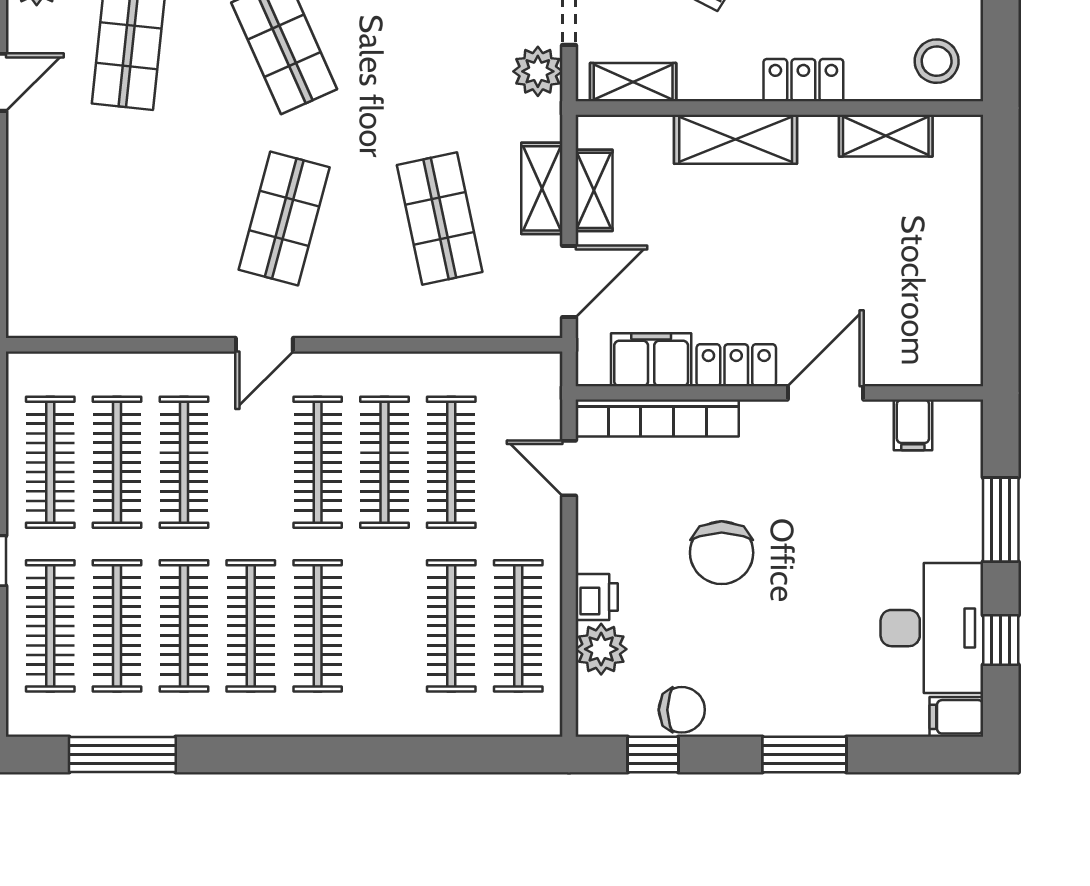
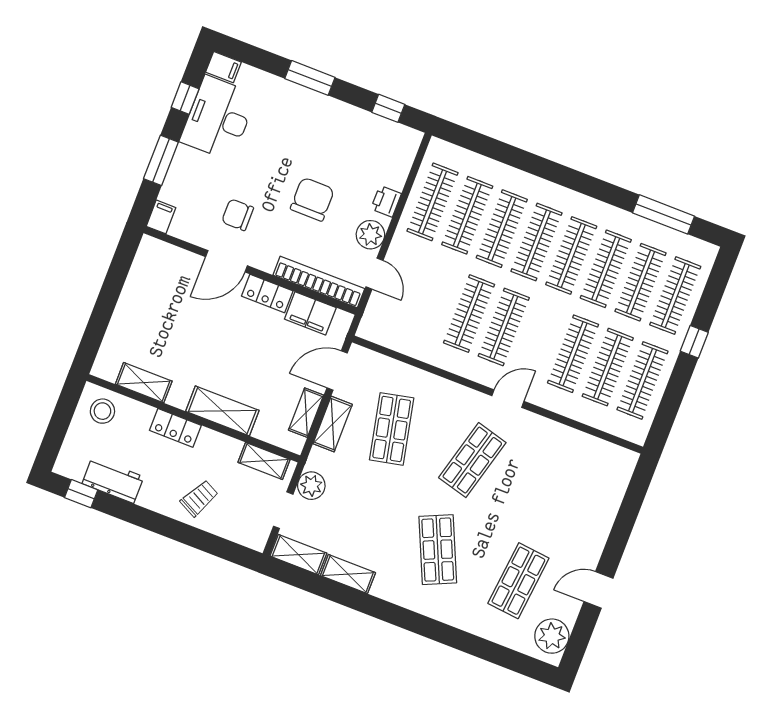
filing cabinet: (913, 425) -> (161, 217), moved
clothes rail: (451, 462) -> (502, 229), moved
plant: (601, 649) -> (370, 235), moved
chair: (682, 710) -> (238, 215), moved

